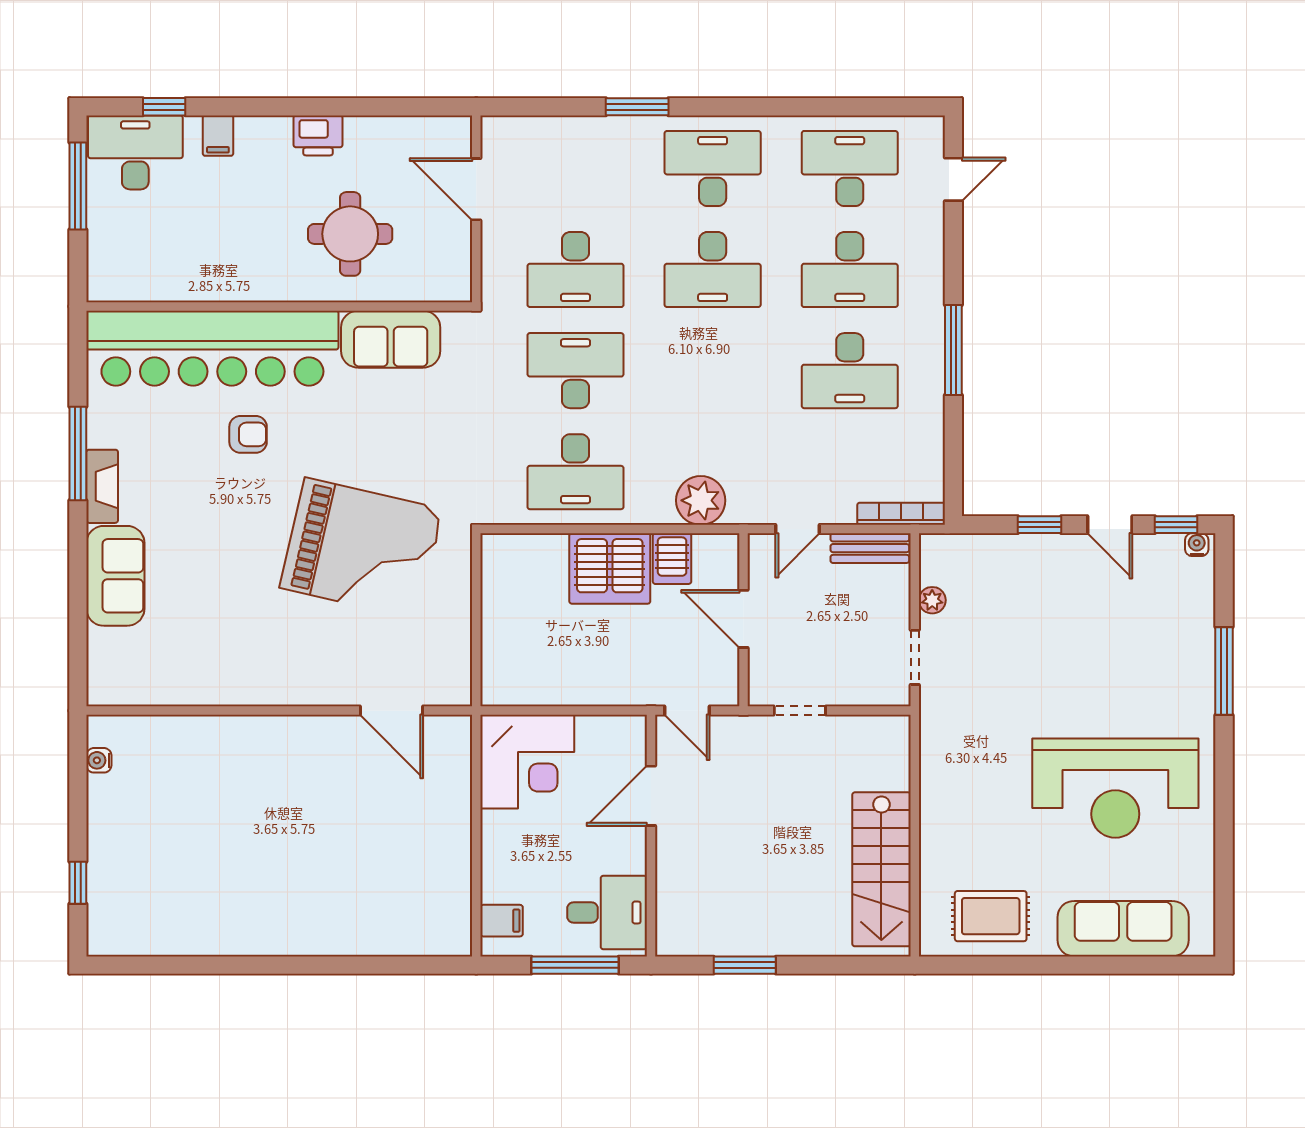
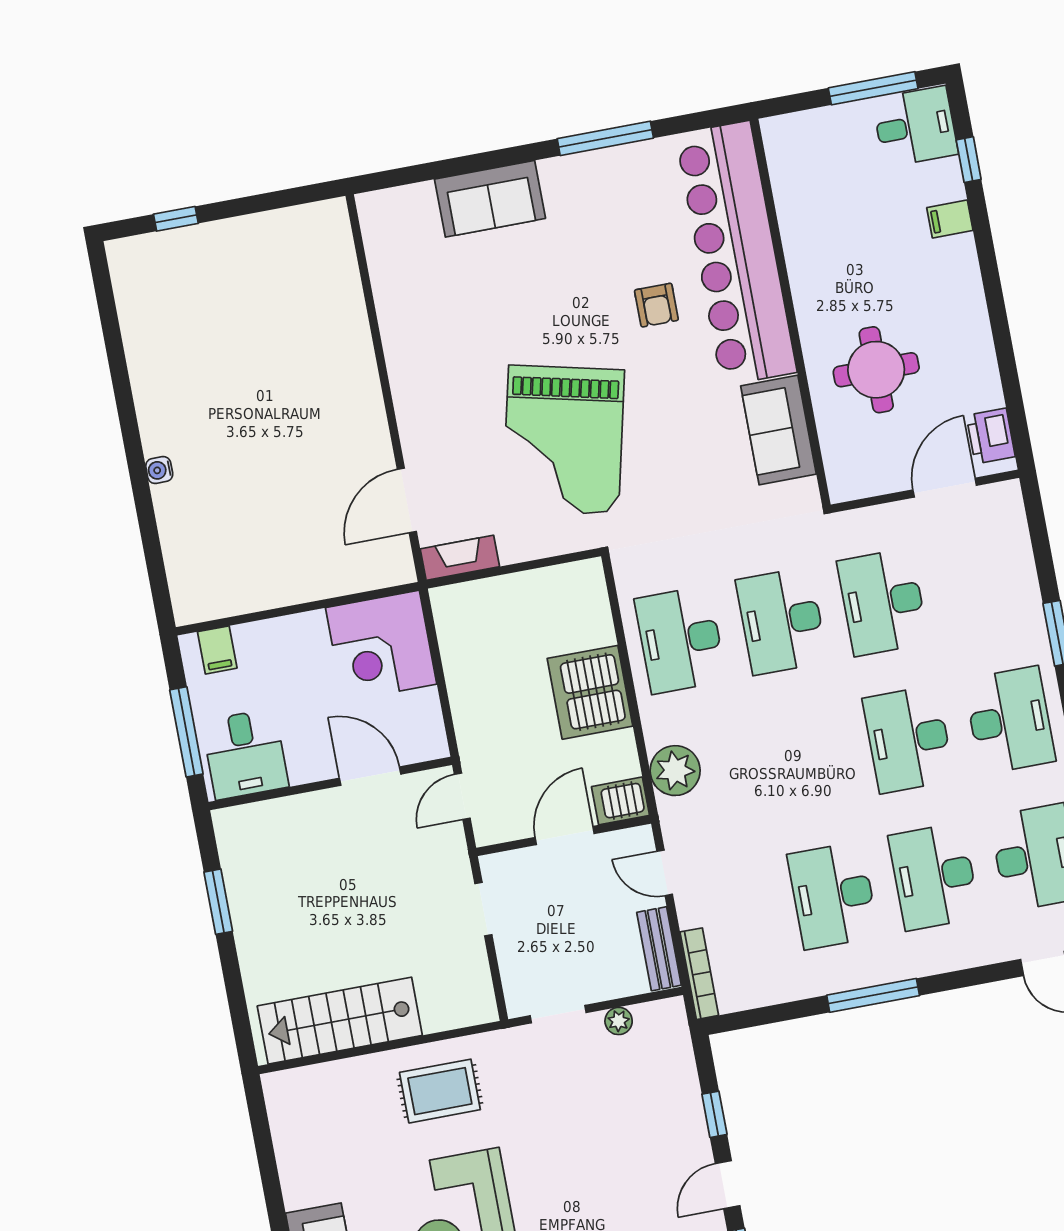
printer: (318, 135) -> (991, 436), moved
desk: (135, 152) -> (915, 127), width x0.73
desk: (576, 371) -> (782, 621), turned 180
fireplace: (102, 486) -> (460, 558), moved, turned 180
server rack: (672, 559) -> (621, 801), moved
water cooler: (99, 760) -> (159, 470), moved, turned -90
rug: (991, 916) -> (440, 1091), moved, turned 90

